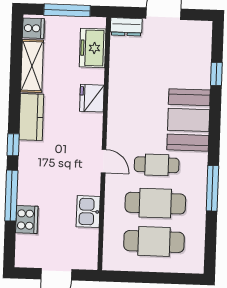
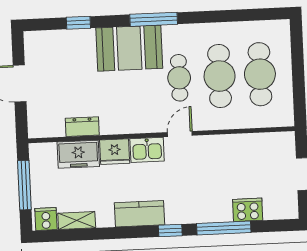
dresser: (126, 27) -> (82, 127), moved, turned -90
freezer: (93, 48) -> (78, 154), moved
shelving: (32, 66) -> (77, 221), width x0.67, depth x0.75
window: (212, 188) -> (154, 19), moved
kitchen sink: (88, 212) -> (147, 150), moved

